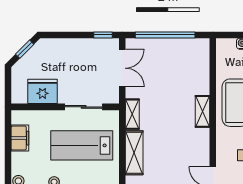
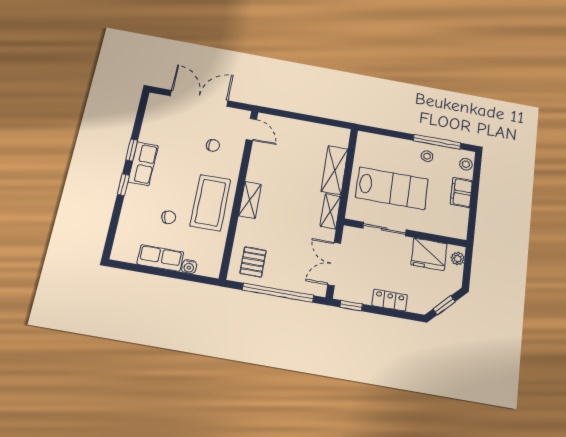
locker: (71, 45) -> (390, 300), added
pallet: (190, 57) -> (253, 262), added
plant: (17, 92) -> (458, 259), added
filing cabinet: (20, 138) -> (461, 192), moved

